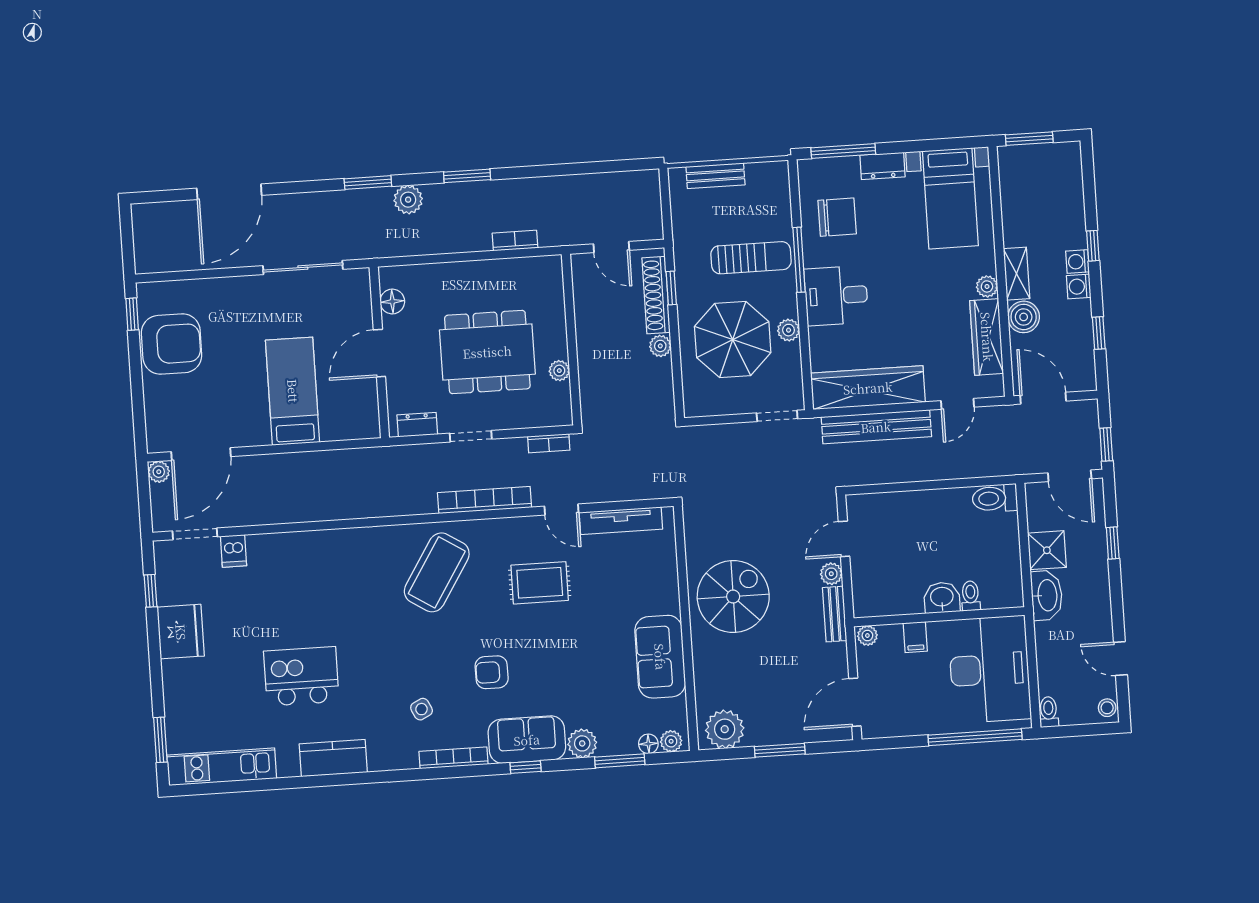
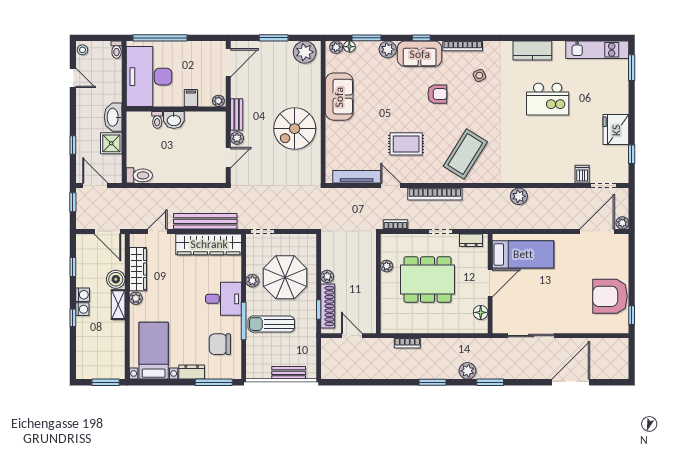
bed: (293, 391) -> (523, 254), moved, turned -90
plant: (340, 506) -> (519, 196), added

